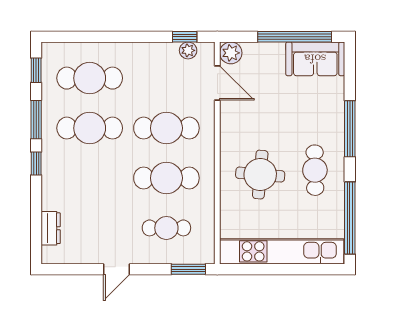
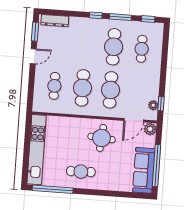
sofa: (315, 59) -> (144, 170), width x1.36
cafe table: (90, 78) -> (142, 49), width x0.73, depth x0.74
window: (350, 129) -> (103, 193), removed
round table: (260, 175) -> (102, 138), moved
dresser: (51, 228) -> (55, 21), width x1.44
door: (117, 269) -> (33, 56), swing flipped
window: (188, 269) -> (35, 32), moved

